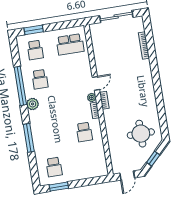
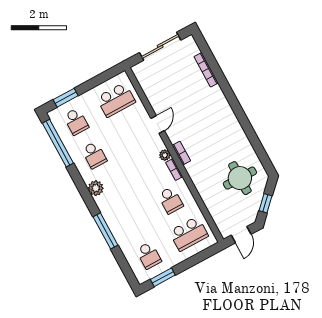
door: (96, 83) -> (158, 125), moved
window: (20, 86) -> (58, 143), moved
school desk: (89, 161) -> (189, 234), added

